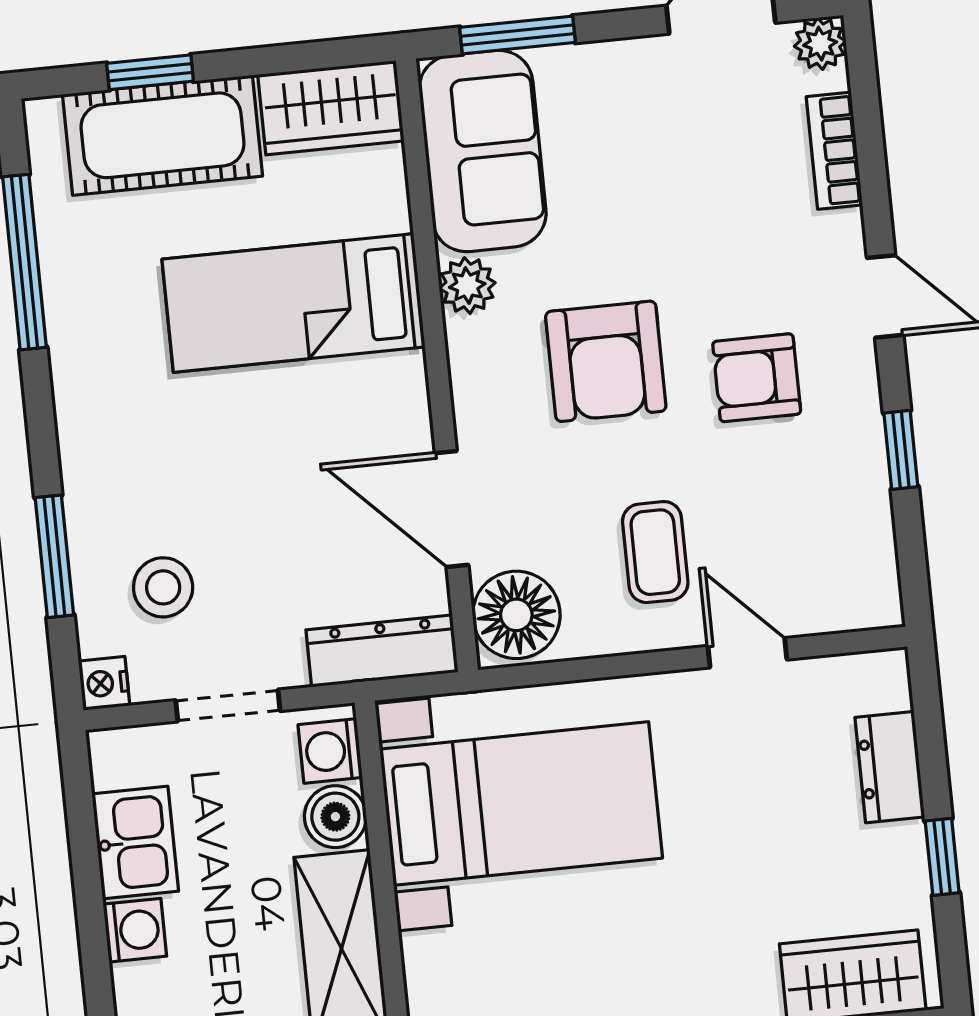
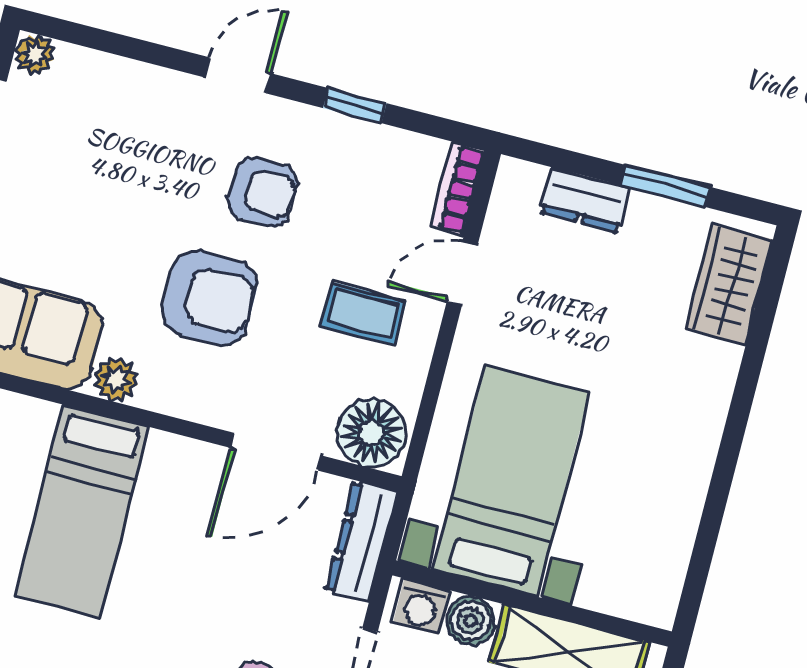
bookcase: (834, 151) -> (458, 189), moved, turned 90
armchair: (757, 378) -> (263, 192), turned -90
window: (942, 857) -> (665, 186), width x1.50

